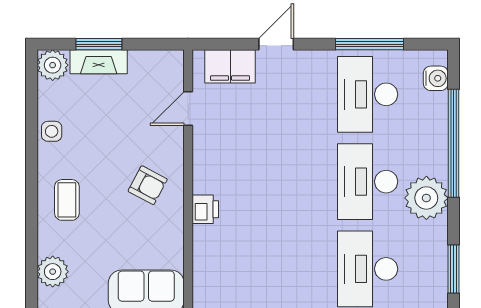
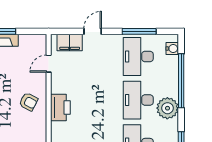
printer: (205, 209) -> (60, 108), width x1.87, depth x1.48

